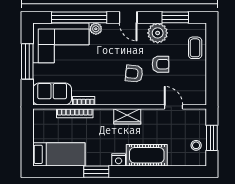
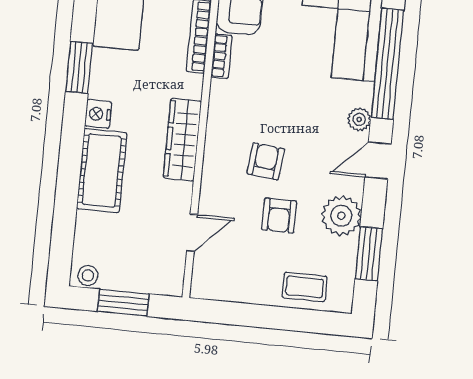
plant: (96, 29) -> (359, 119), moved
wardrobe: (127, 116) -> (182, 140), width x1.50
stool: (196, 145) -> (88, 275), moved

